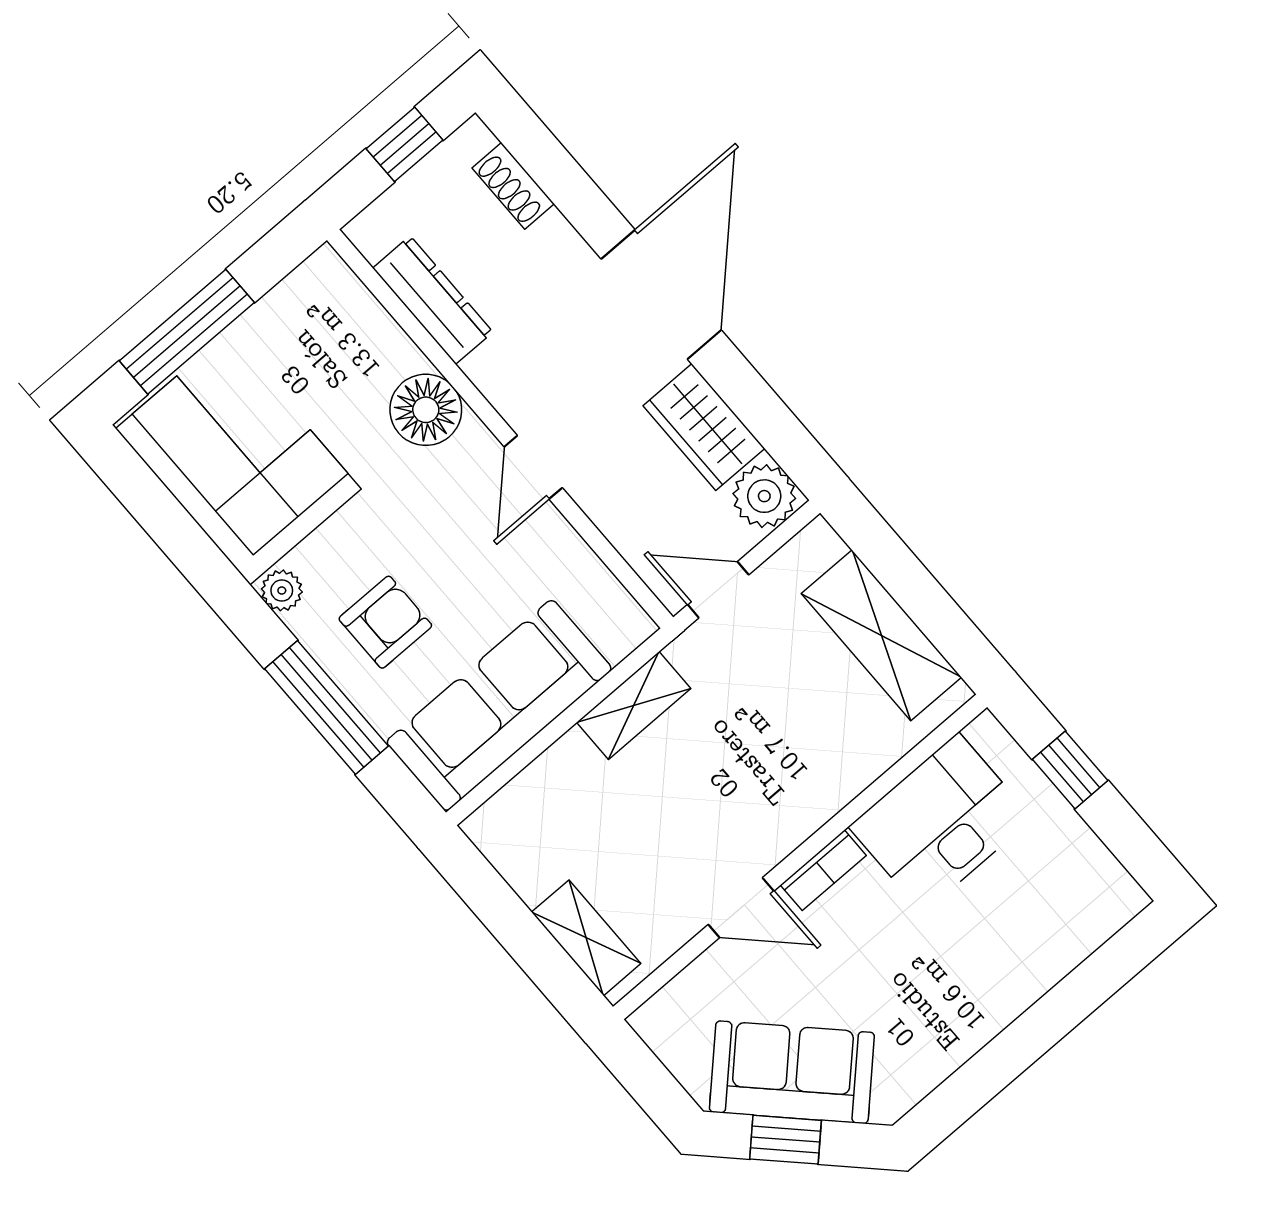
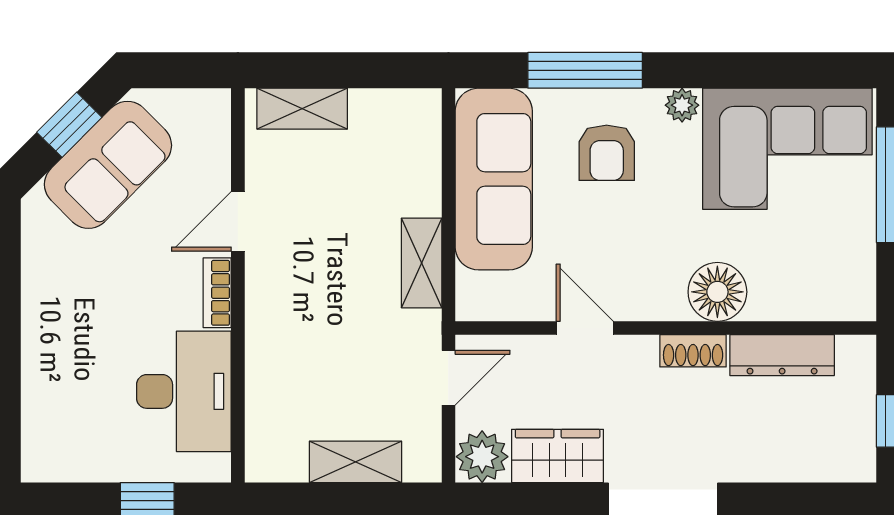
shoe rack: (513, 186) -> (693, 351), moved, turned 180
door: (533, 467) -> (585, 328), moved
shelving: (881, 635) -> (355, 462), width x0.67, depth x0.75

